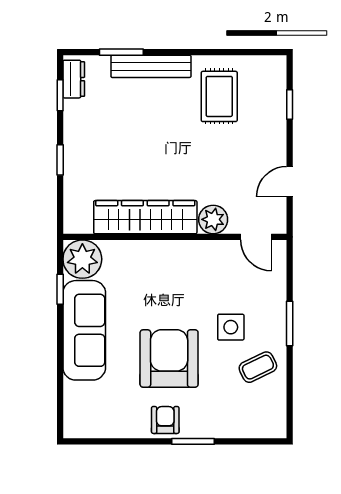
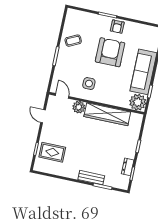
bench: (151, 66) -> (91, 178), width x0.73
dresser: (74, 79) -> (128, 167), moved
rug: (219, 96) -> (52, 152), moved, turned 90
door: (290, 182) -> (43, 116), swing flipped
side table: (231, 327) -> (89, 84), moved
armchair: (169, 358) -> (110, 52), turned 180

